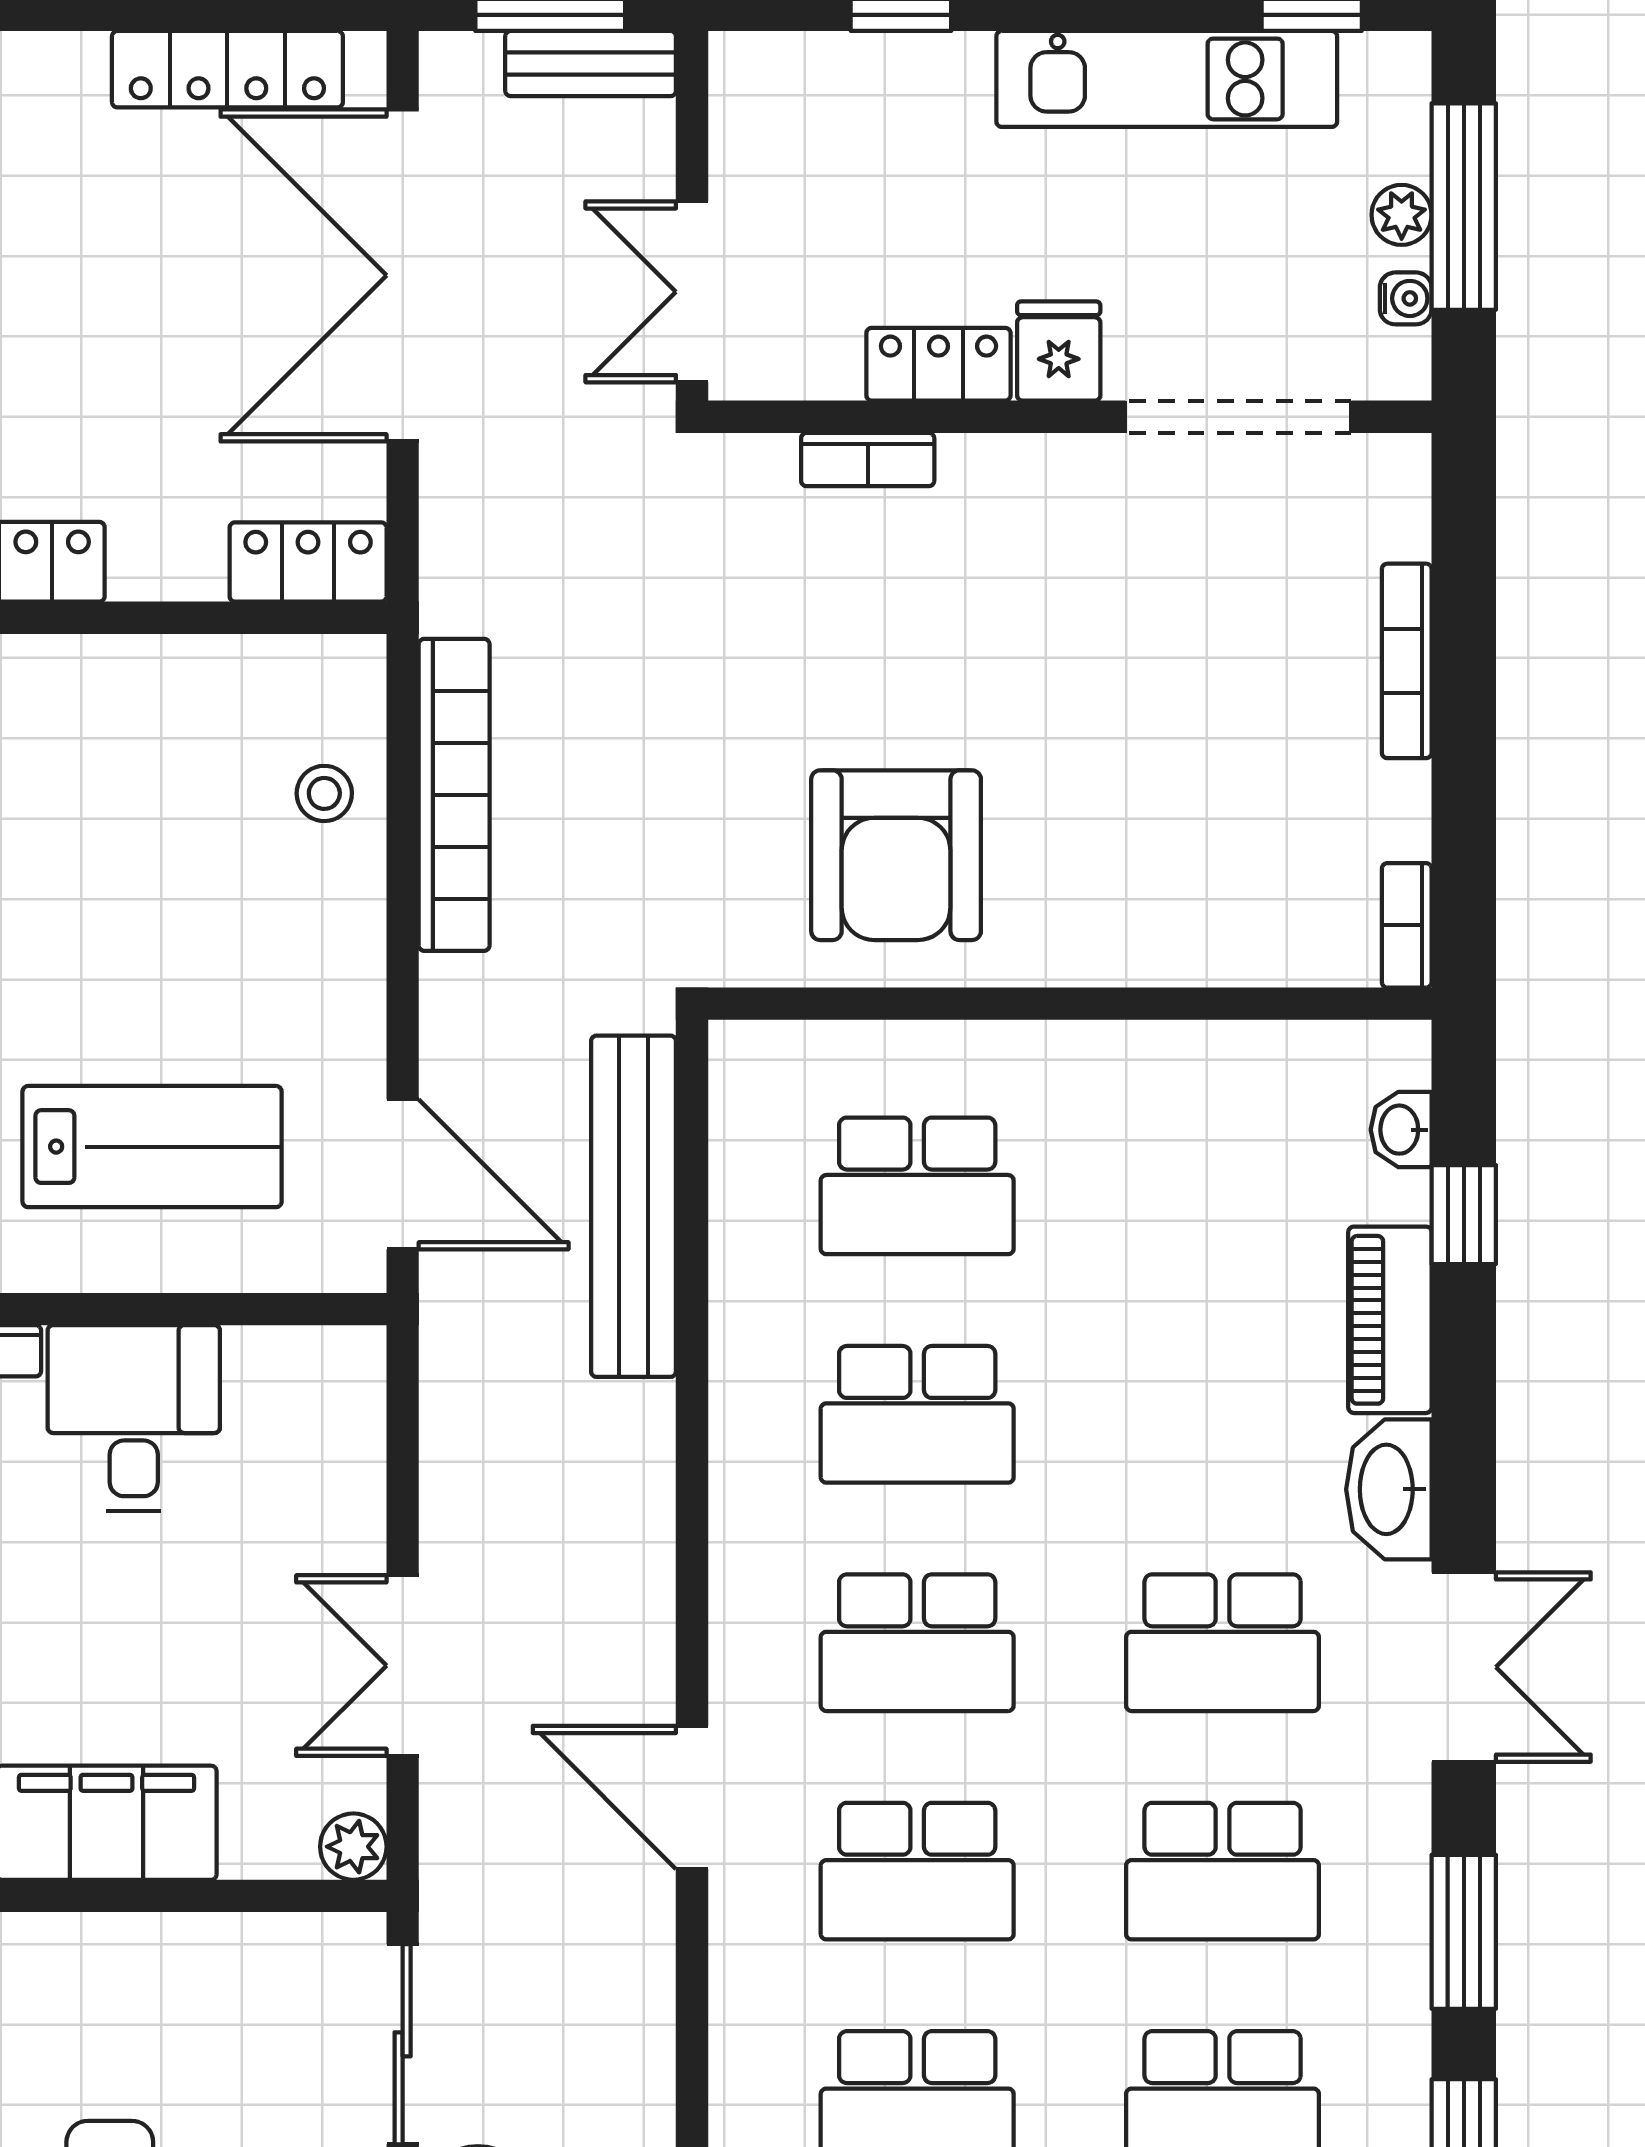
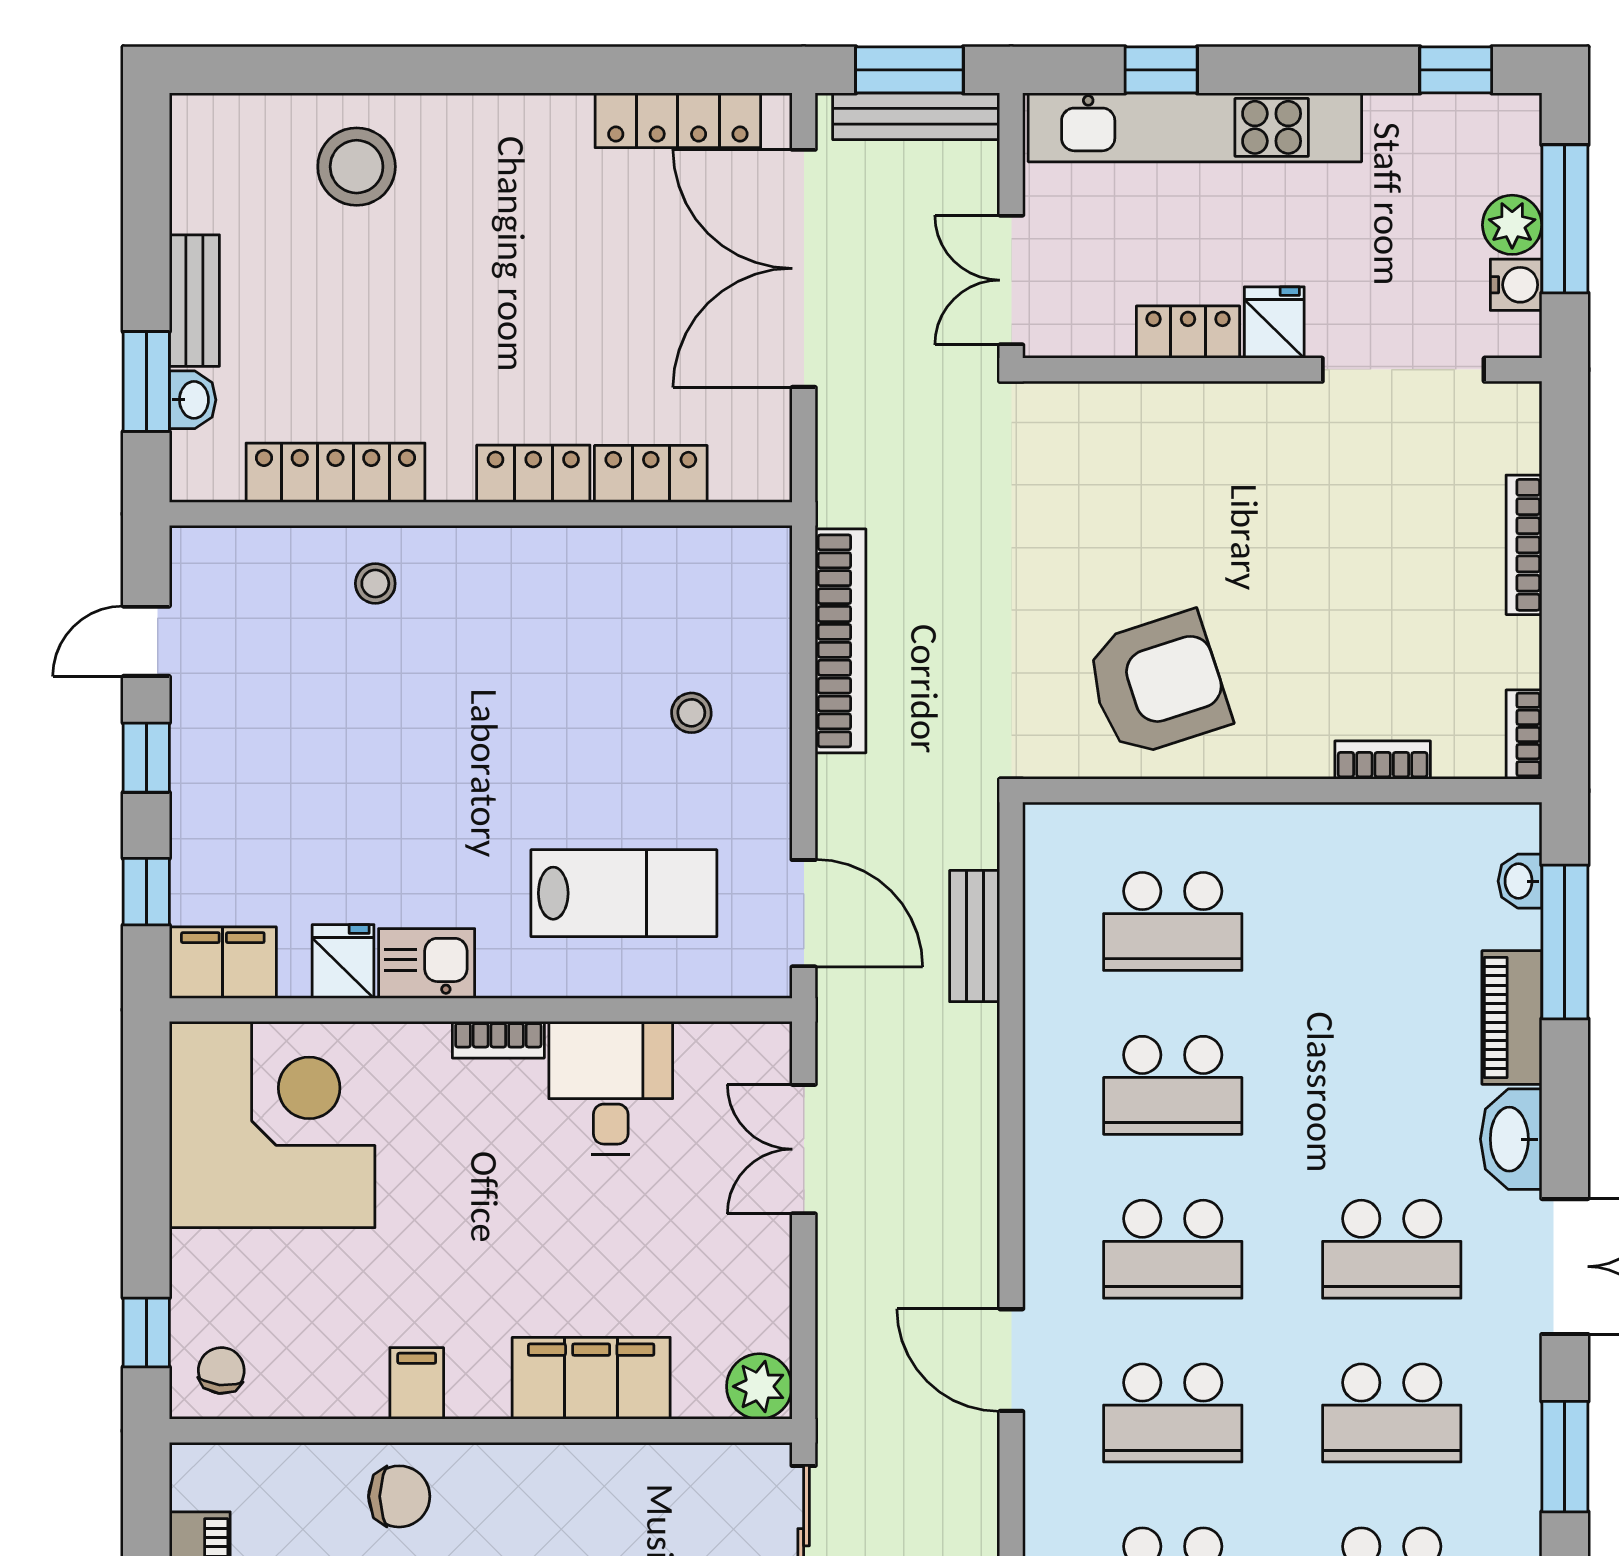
bench: (591, 64) -> (916, 116), width x1.36
kitchen unit: (1167, 79) -> (1195, 127), moved, width x1.36
plant: (1402, 215) -> (1512, 225), width x1.38, depth x1.38
water cooler: (1406, 298) -> (1516, 285), width x1.38, depth x1.38
bookcase: (868, 460) -> (1383, 760), moved, turned 180
locker: (308, 562) -> (651, 474), moved
stool: (324, 793) -> (691, 713), moved
armchair: (896, 855) -> (1158, 684), turned -108
bench: (634, 1206) -> (975, 936), width x0.54, depth x0.82
window: (1464, 1215) -> (1565, 942), width x2.17
double door: (403, 1666) -> (804, 1149), moved
plant: (353, 1847) -> (759, 1386), width x1.38, depth x1.38

